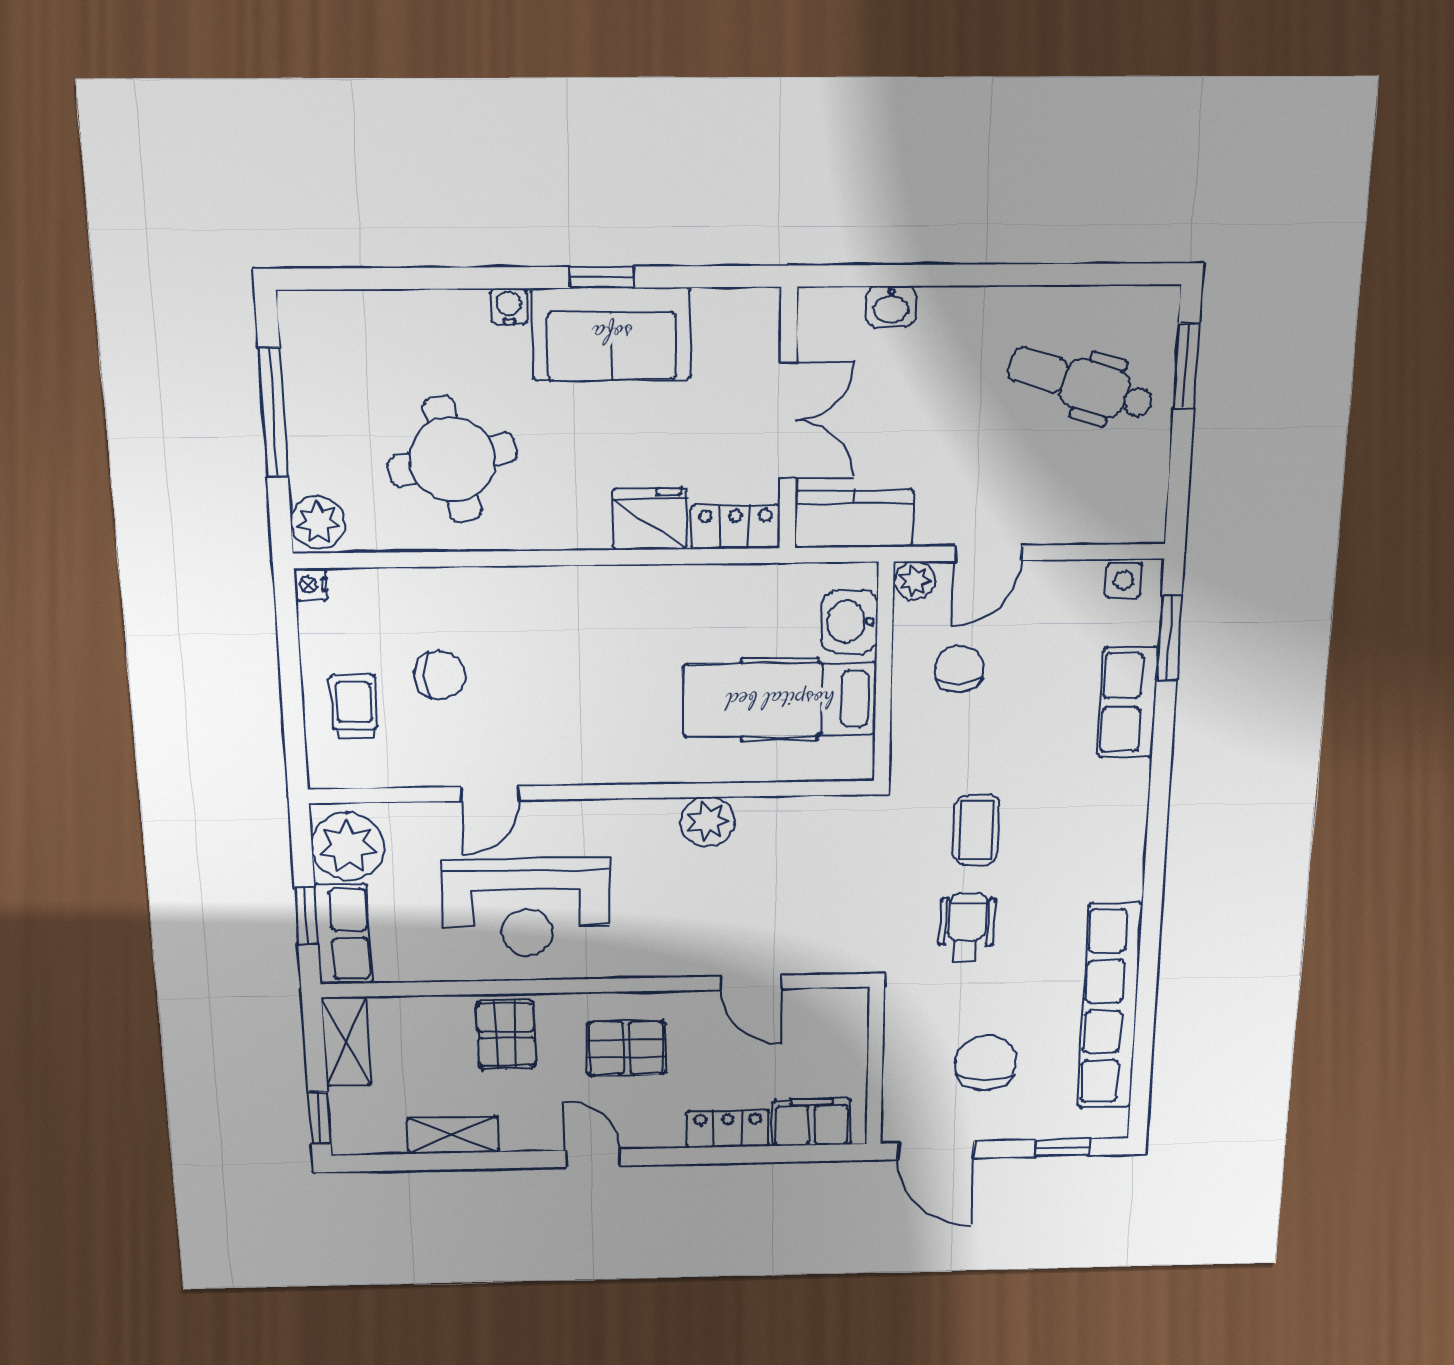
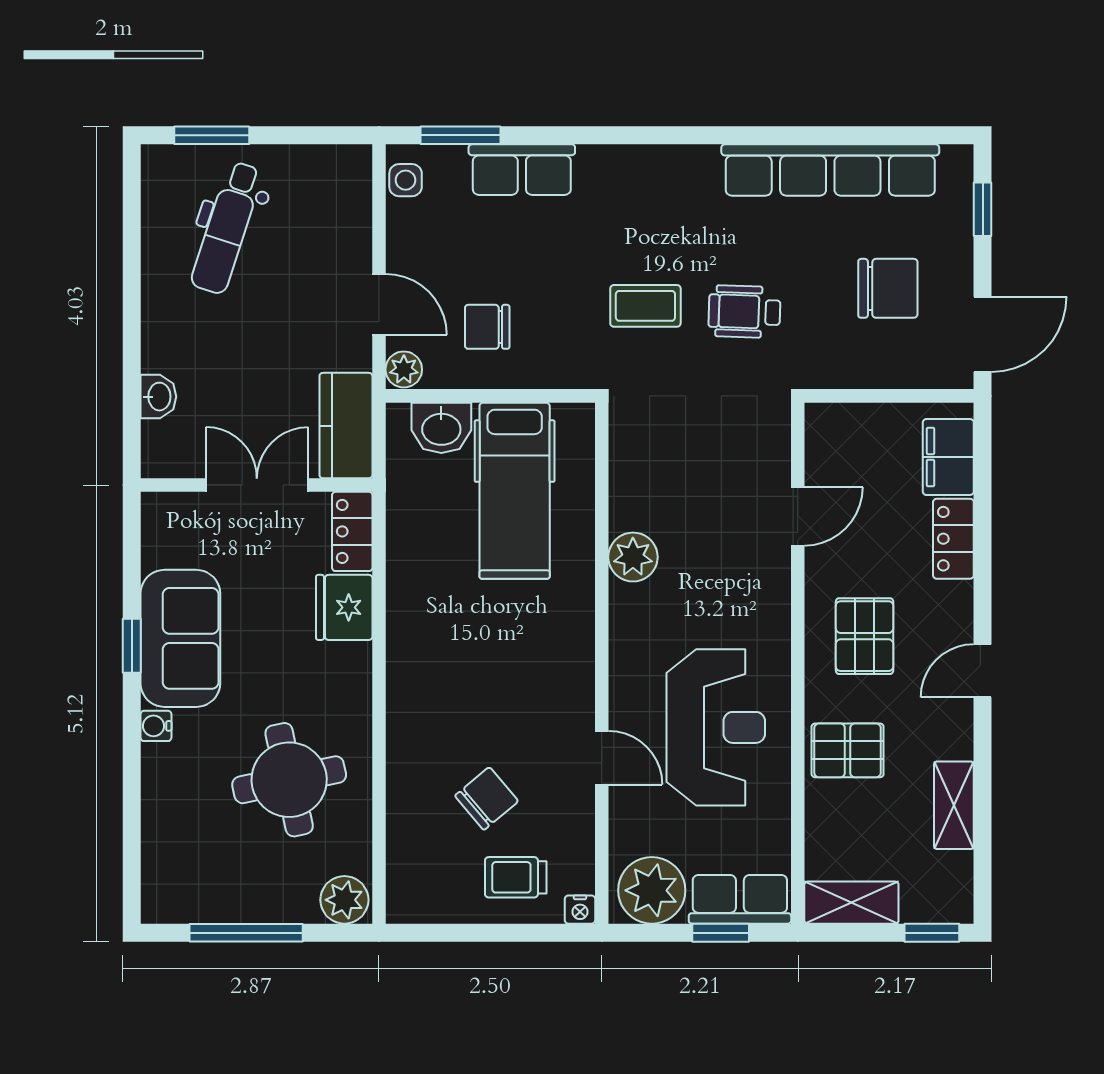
nightstand: (311, 584) -> (580, 910), moved
chair: (440, 675) -> (487, 798), turned 50
chair: (986, 1063) -> (888, 288), turned 180

